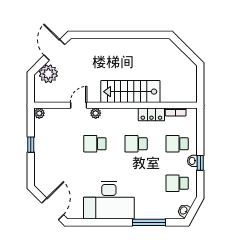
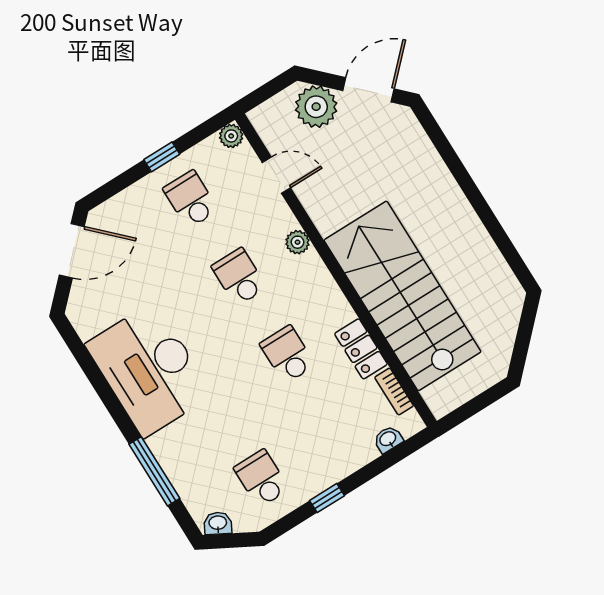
stairs: (130, 92) -> (402, 296), width x1.36, depth x1.51
door: (79, 105) -> (276, 175), moved
school desk: (177, 144) -> (191, 199), moved
washbasin: (192, 161) -> (388, 439), moved
door: (53, 209) -> (72, 251), moved

